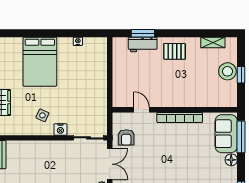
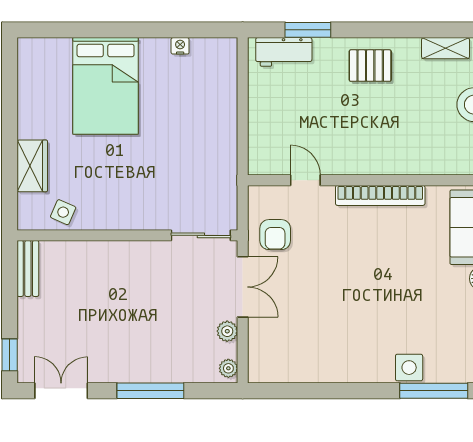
workbench: (143, 44) -> (284, 52), moved
side table: (42, 115) -> (63, 212), moved
nightstand: (60, 129) -> (146, 219), removed

